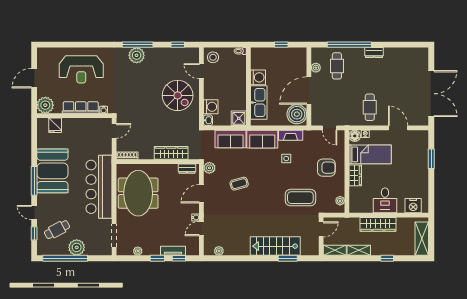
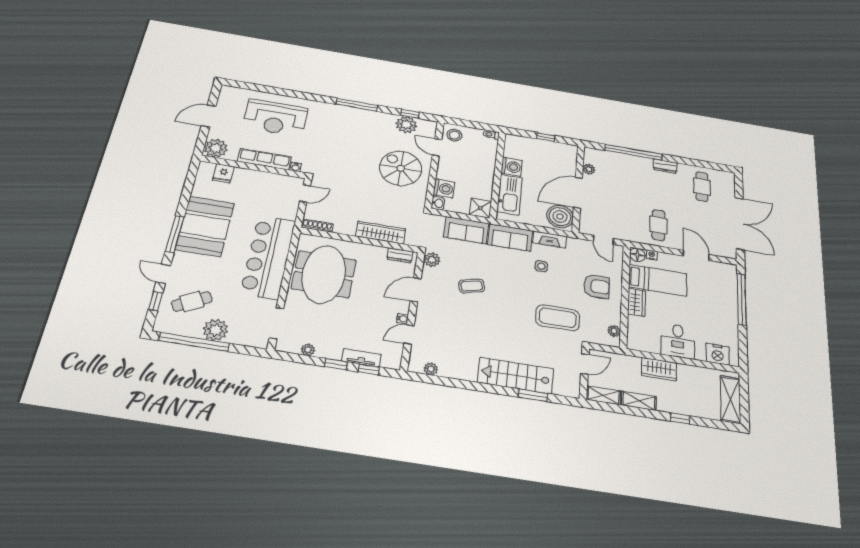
plant: (137, 55) -> (406, 125), moved
cafe table: (337, 66) -> (702, 187), moved
spiral stairs: (178, 95) -> (401, 168), turned 180
window: (431, 159) -> (742, 299), width x2.11
wardrobe: (378, 224) -> (659, 369), width x0.67

